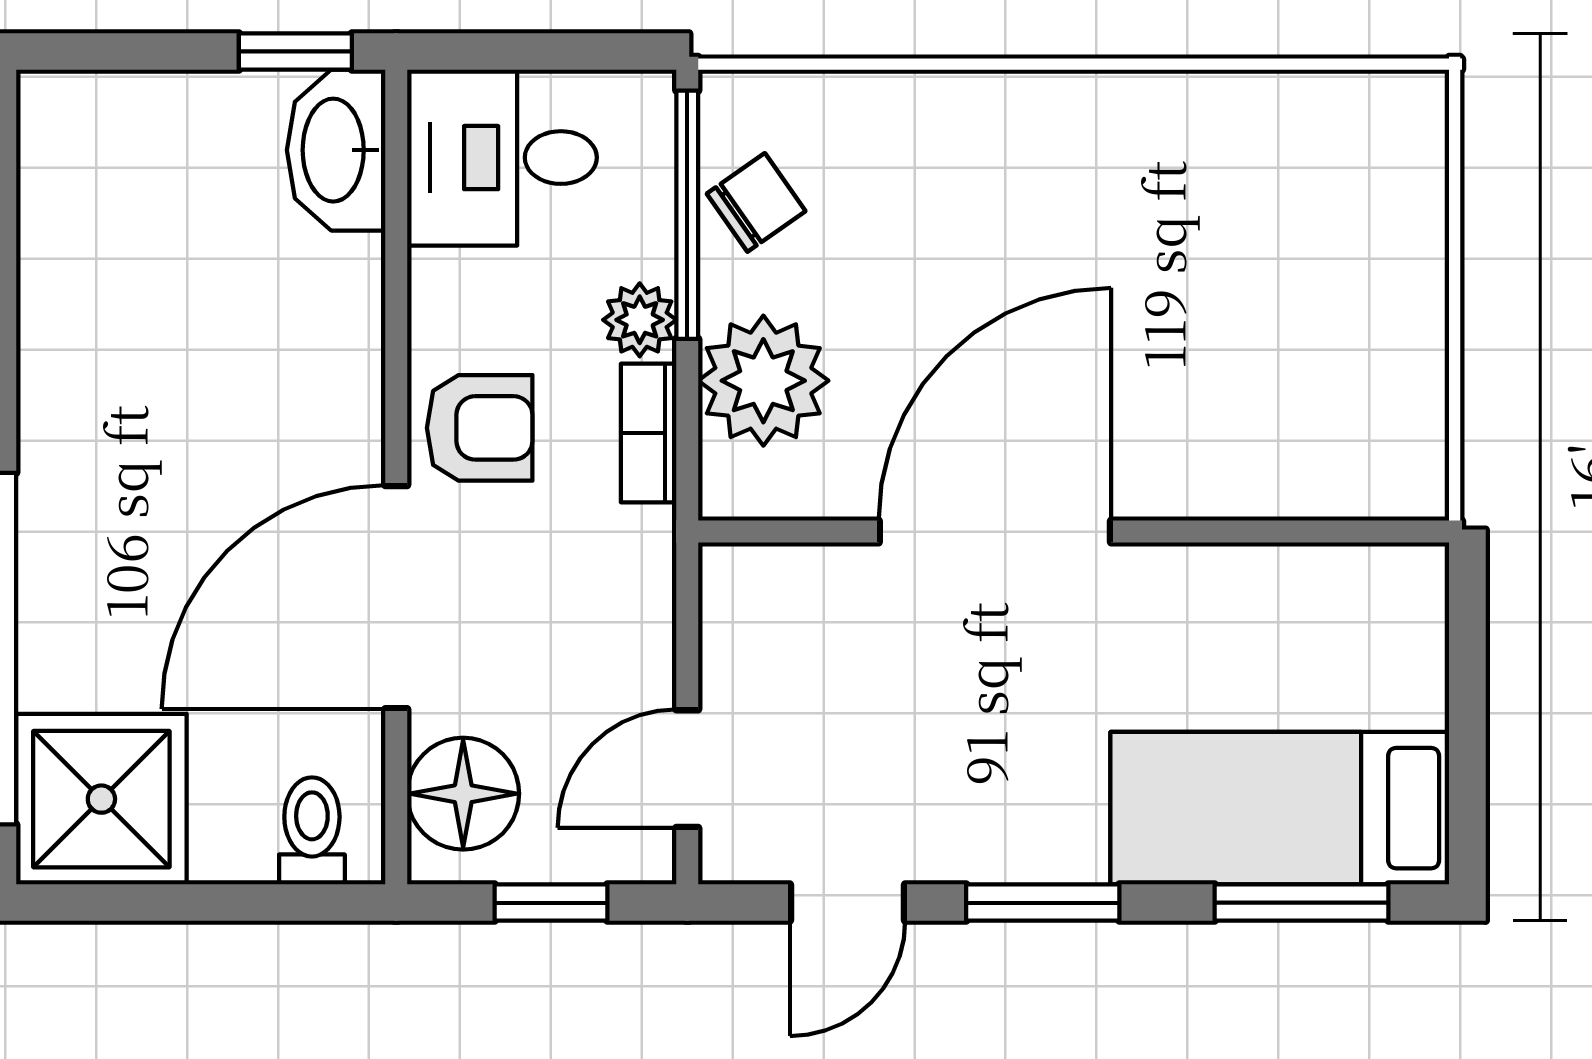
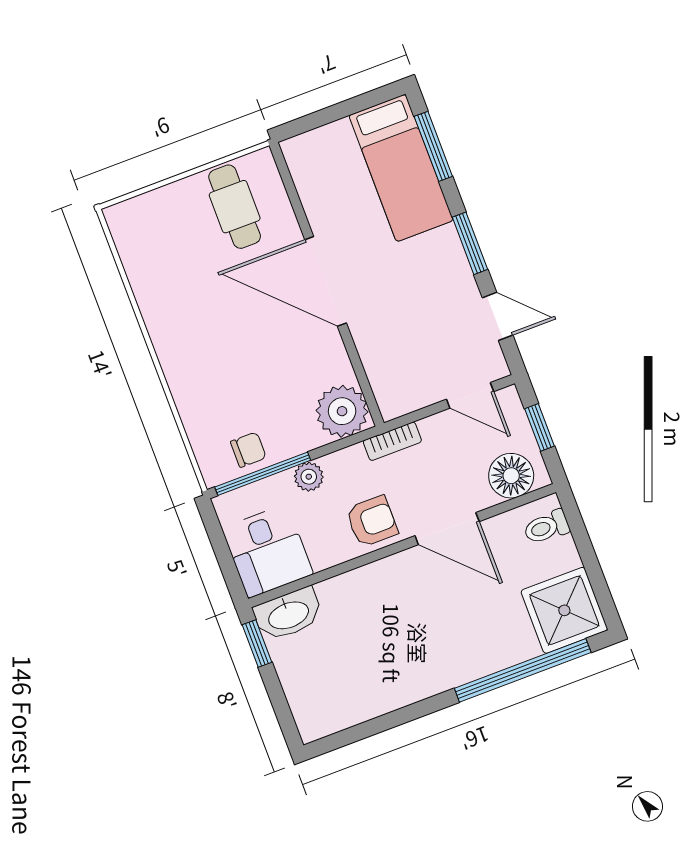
chair: (756, 202) -> (248, 450), turned 125
plant: (763, 381) -> (342, 411), moved
cafe table: (1336, 385) -> (235, 207), added
armchair: (480, 428) -> (372, 521), turned 90
bookcase: (649, 433) -> (392, 441), moved
door: (995, 532) -> (326, 281), moved
door: (396, 597) -> (447, 529), width x0.73

